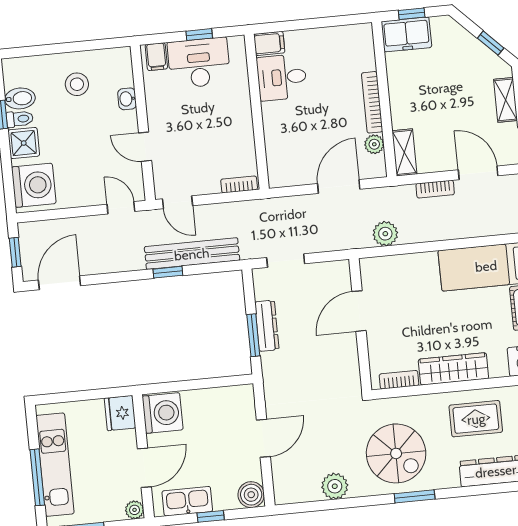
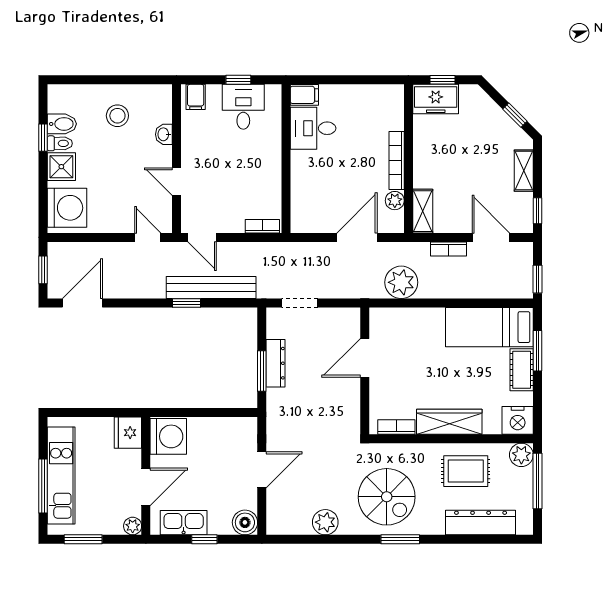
desk: (199, 63) -> (243, 107), width x0.73
plant: (385, 234) -> (401, 282), width x1.36, depth x1.36

